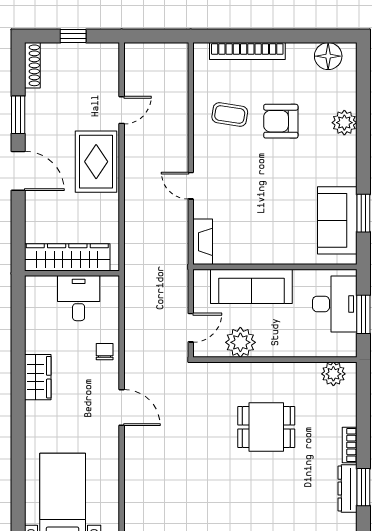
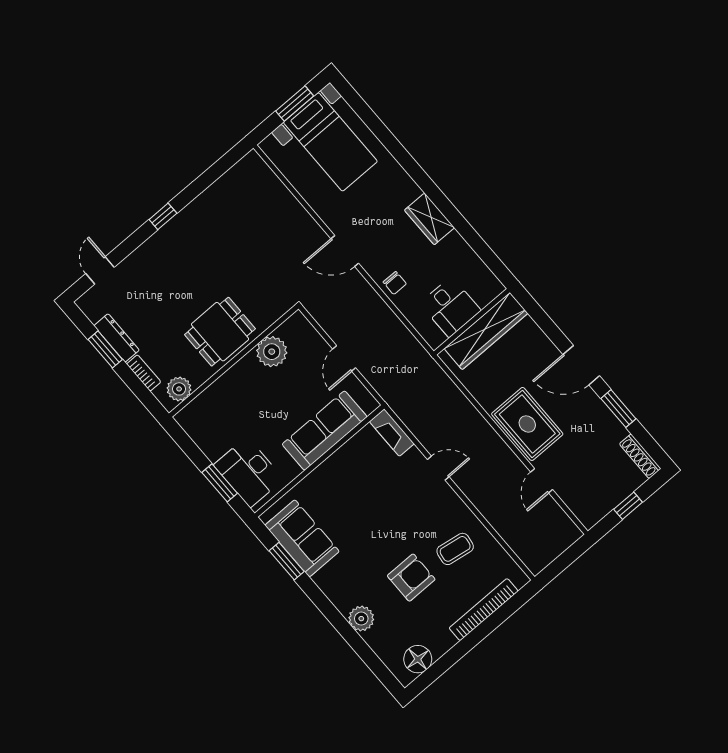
plant: (240, 342) -> (272, 352), moved
wall: (275, 360) -> (234, 361), moved
plant: (333, 374) -> (179, 389), moved

